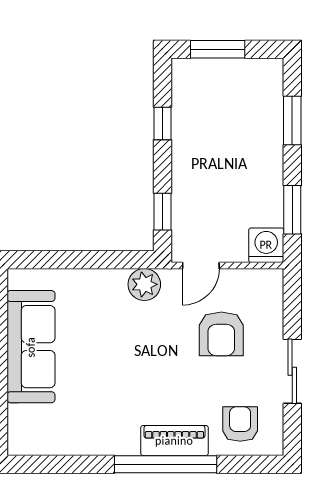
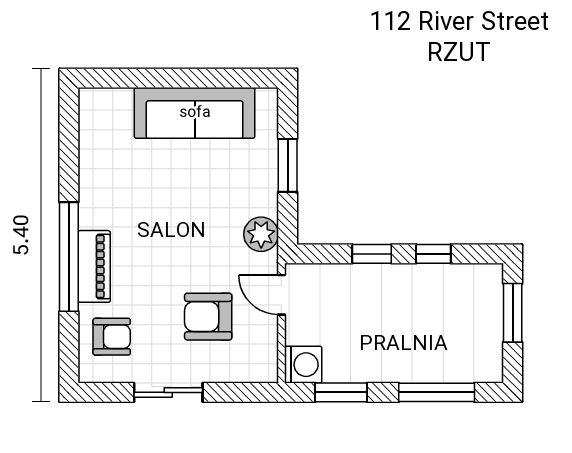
window: (292, 120) -> (437, 392), width x1.44
window: (163, 212) -> (372, 254), moved
window: (80, 260) -> (288, 165), added

